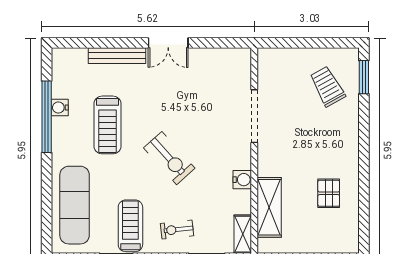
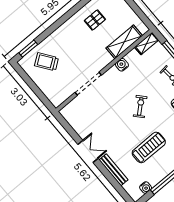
trolley: (327, 86) -> (47, 62), turned 83
water cooler: (60, 108) -> (146, 188), moved
exercise bike: (169, 158) -> (140, 106), width x0.73, depth x0.72

